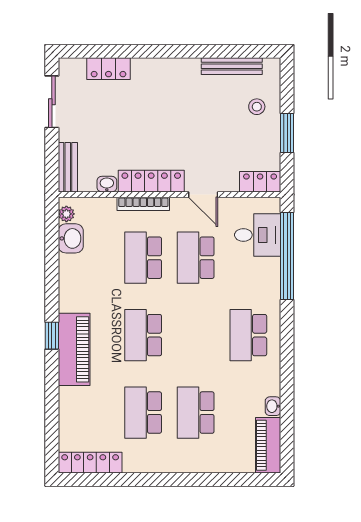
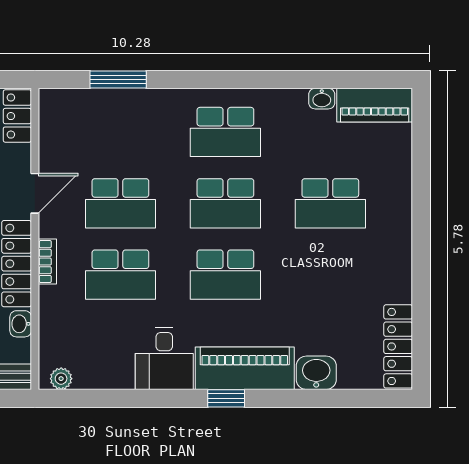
bookcase: (143, 204) -> (47, 262), width x0.64
desk: (258, 235) -> (164, 358), moved, turned 180
washbasin: (71, 238) -> (316, 373), moved
window: (287, 256) -> (118, 80), width x0.47
school desk: (143, 413) -> (225, 203), moved

